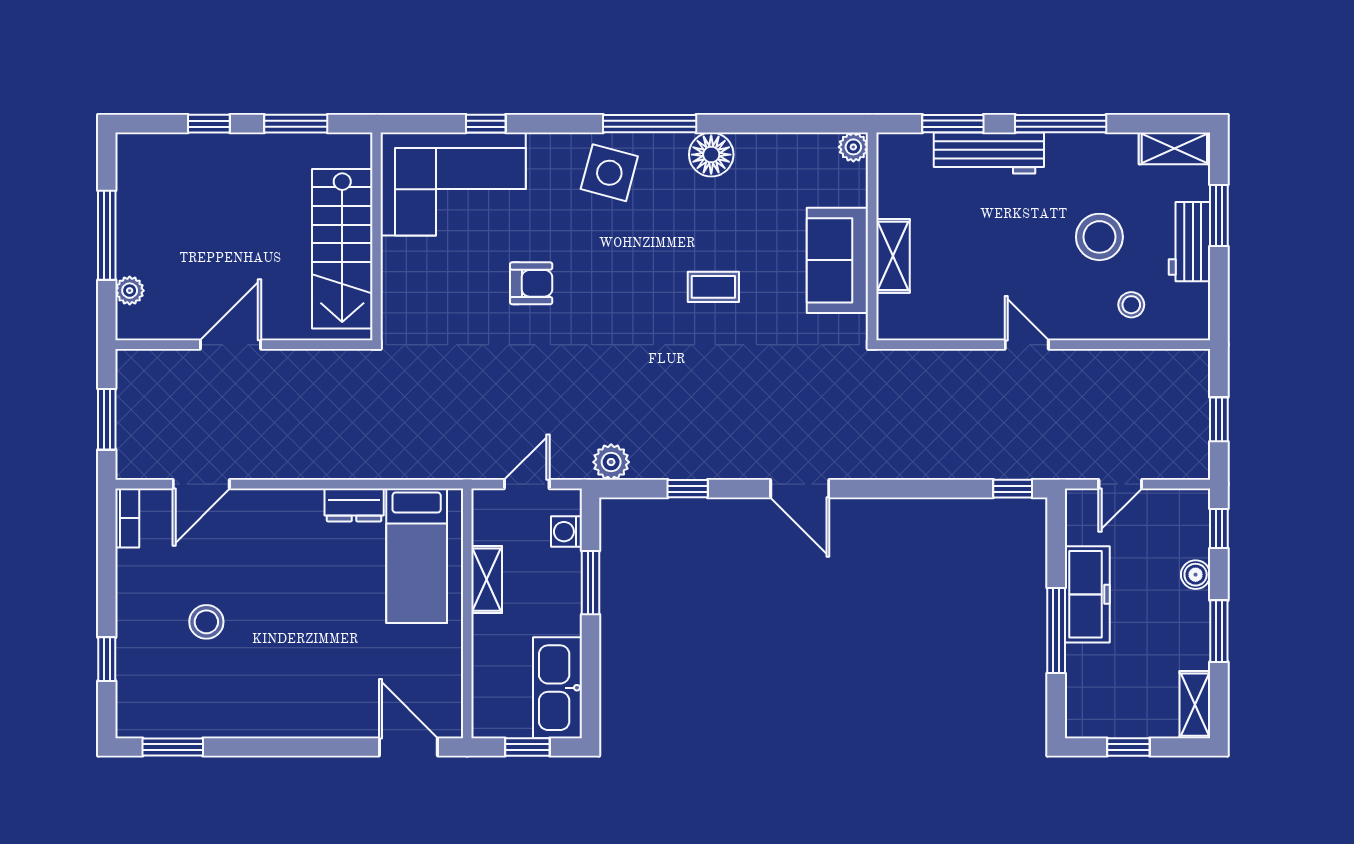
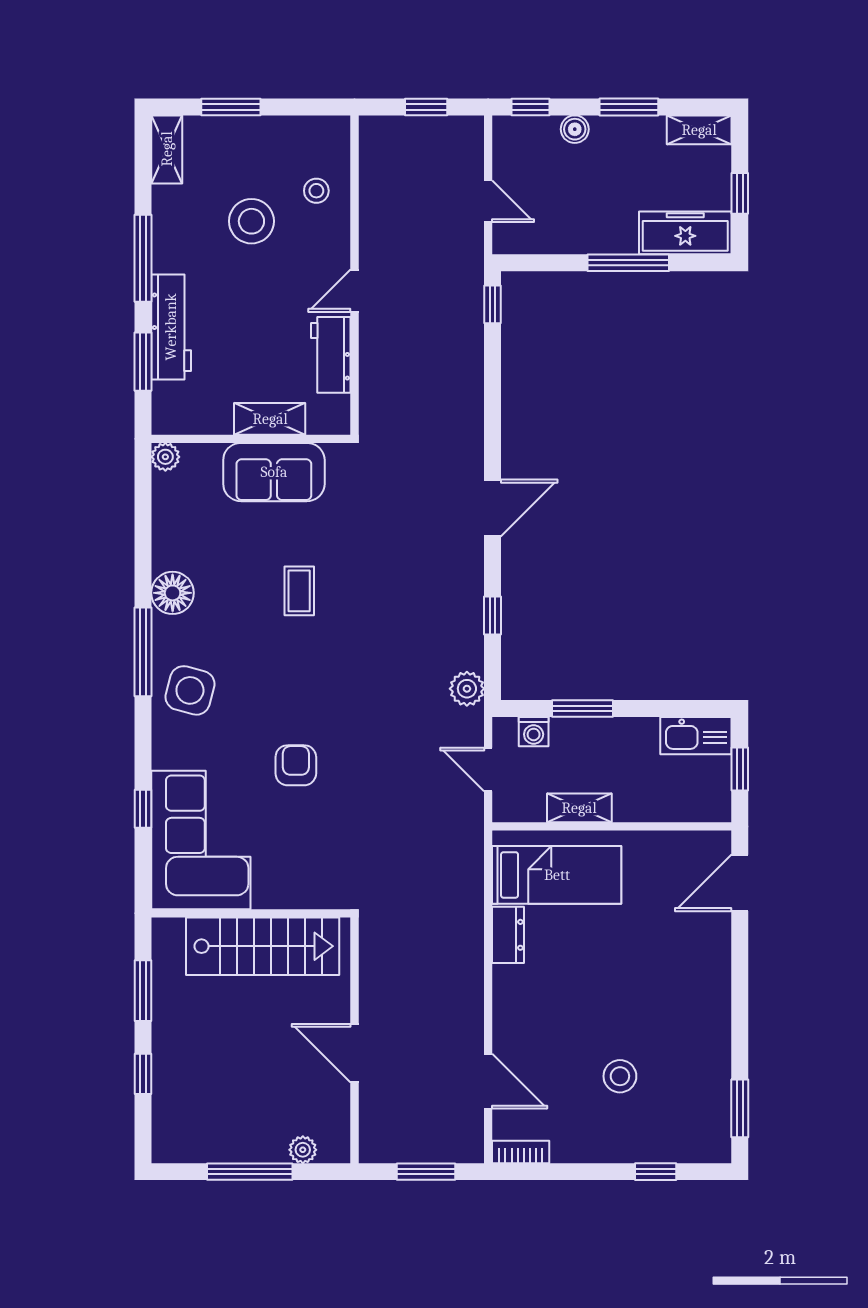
workbench: (1190, 242) -> (331, 355), moved, turned 90
freezer: (1087, 594) -> (685, 233), moved
kitchen sink: (557, 688) -> (696, 736), width x0.73, depth x0.81

